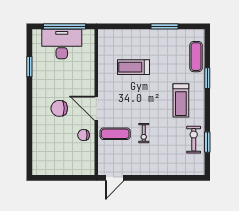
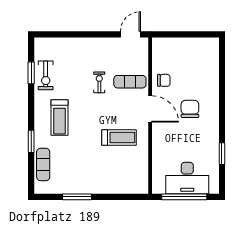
treadmill: (133, 67) -> (119, 138), moved
treadmill: (181, 100) -> (59, 118), turned 180
chair: (59, 108) -> (190, 109), turned -90

